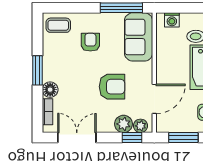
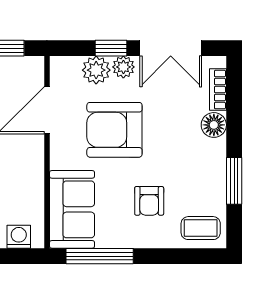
window: (37, 70) -> (234, 181), moved
armchair: (112, 87) -> (114, 130), width x1.36, depth x1.36
plant: (141, 126) -> (123, 67), moved
window: (132, 138) -> (111, 48), moved

